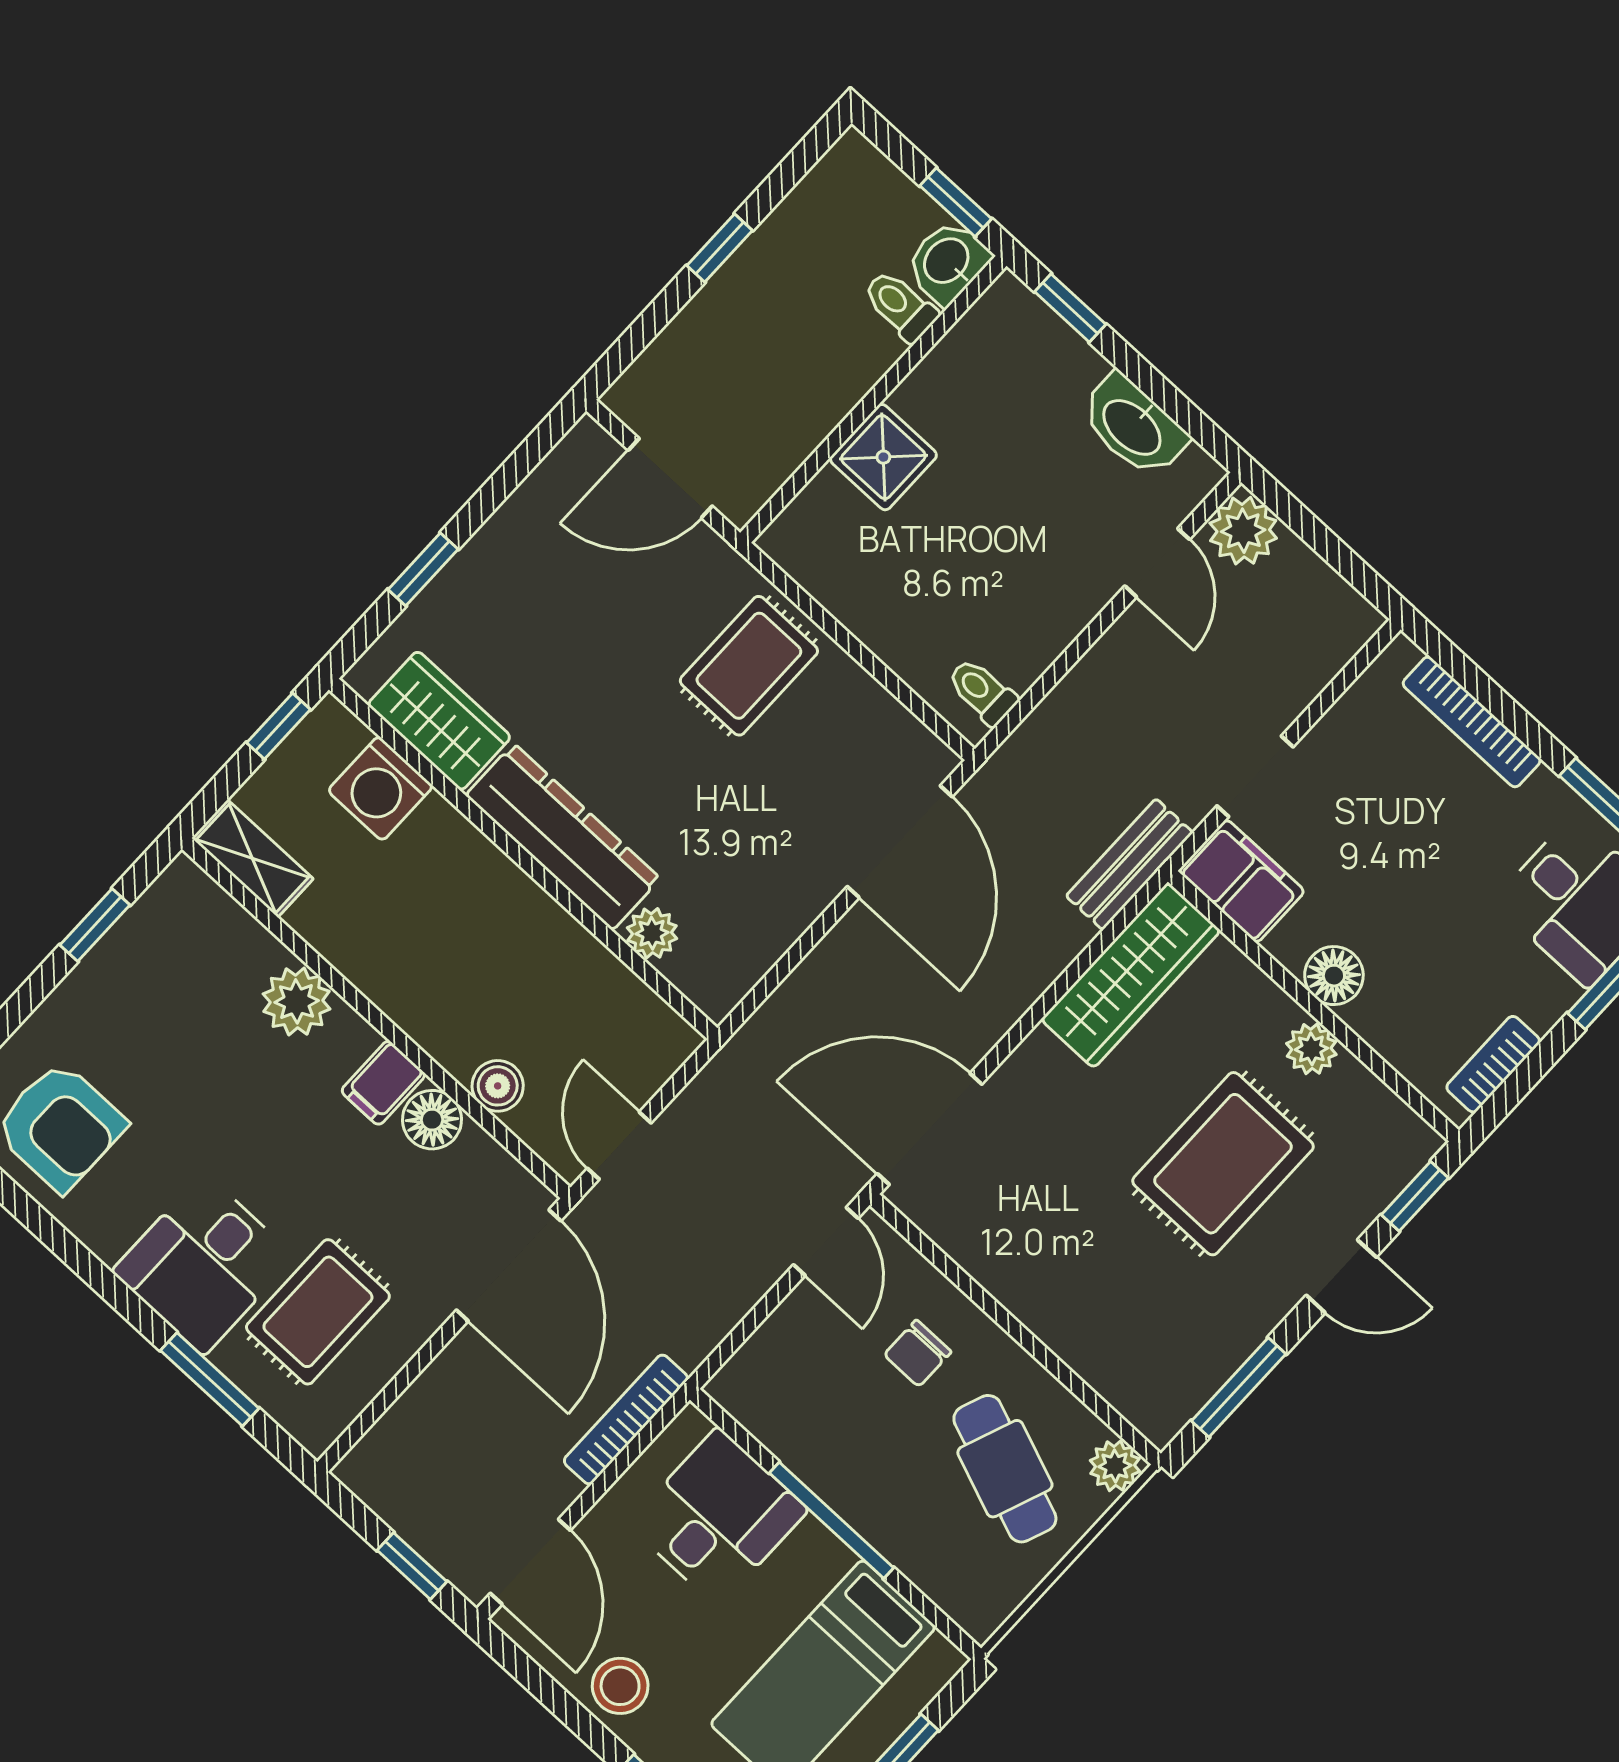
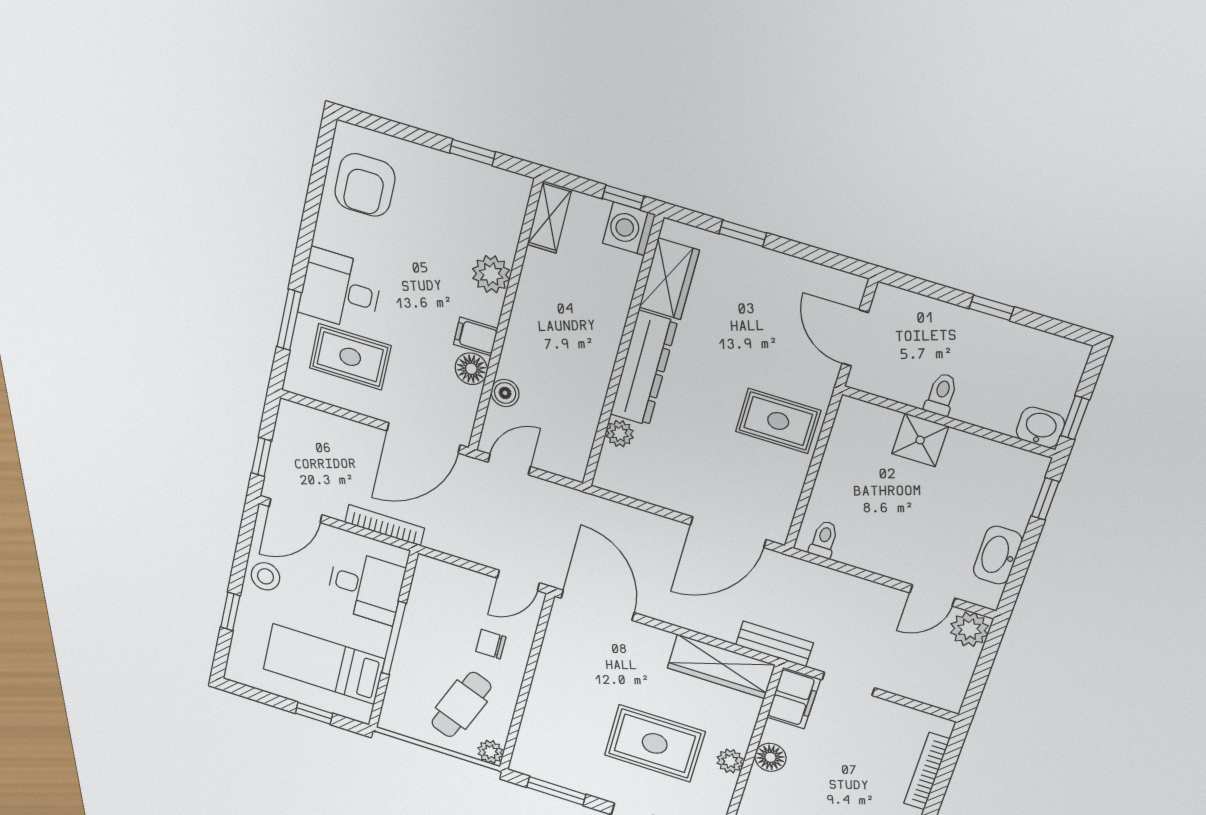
toilet: (900, 306) -> (941, 394), moved
washing machine: (380, 788) -> (629, 229), moved

